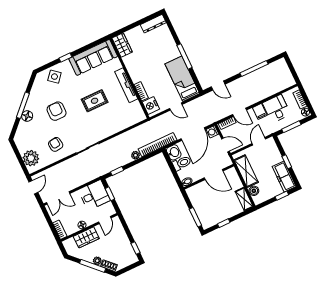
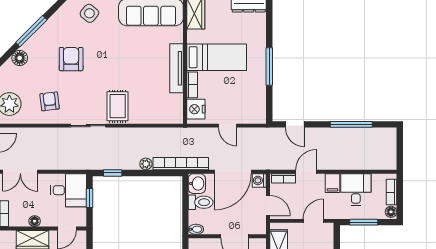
bed: (182, 79) -> (217, 57), moved, turned 90
rug: (95, 101) -> (118, 106), moved, turned 90
door: (239, 112) -> (306, 172), swing flipped
floor lamp: (27, 116) -> (20, 58), moved

